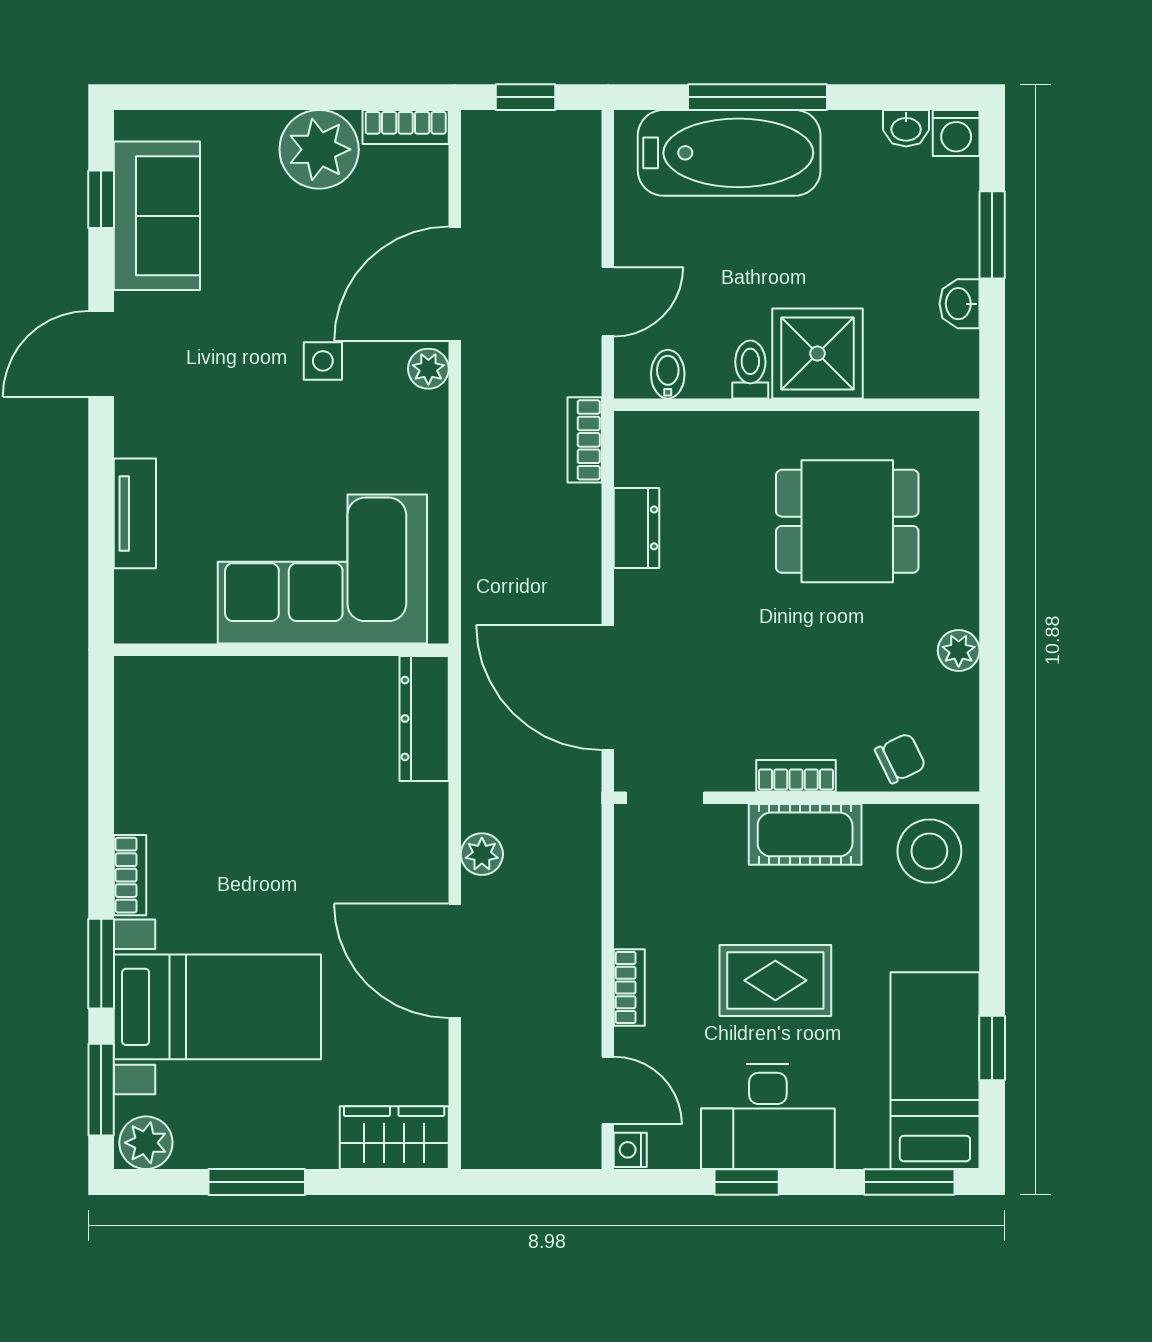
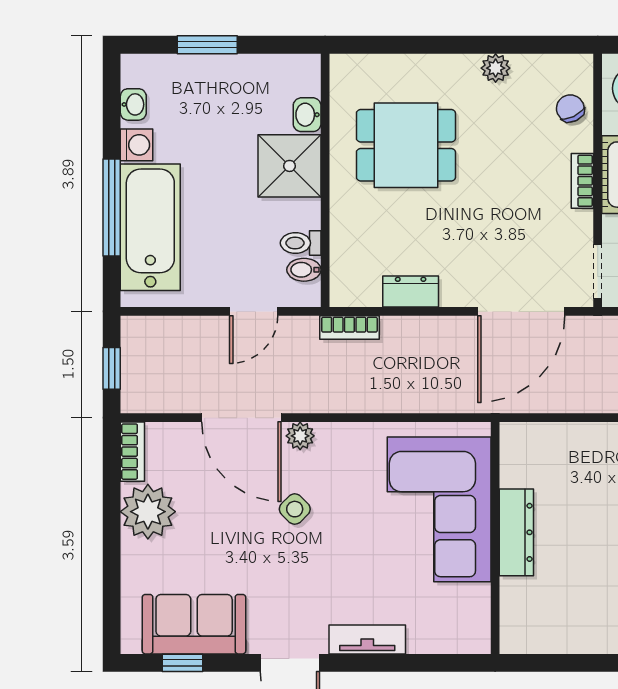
washing machine: (956, 133) -> (137, 145), moved
door: (608, 302) -> (254, 311), swing flipped
washbasin: (959, 304) -> (307, 115), moved, turned 90
side table: (323, 361) -> (295, 509), turned 45
toilet: (750, 370) -> (301, 243), moved
tv unit: (135, 513) -> (367, 639), moved
dining table: (847, 521) -> (406, 145), turned 90
dresser: (424, 718) -> (516, 532), moved, turned -90

